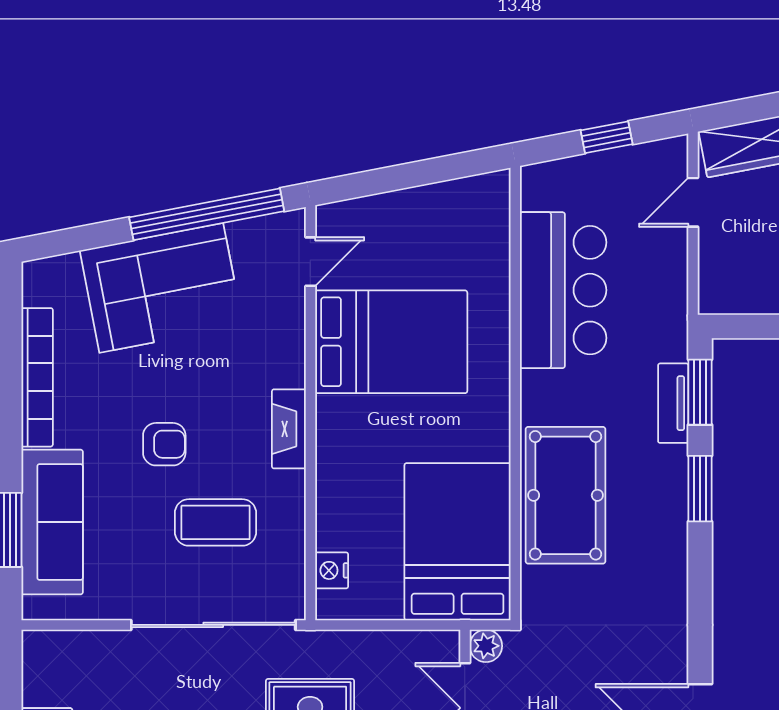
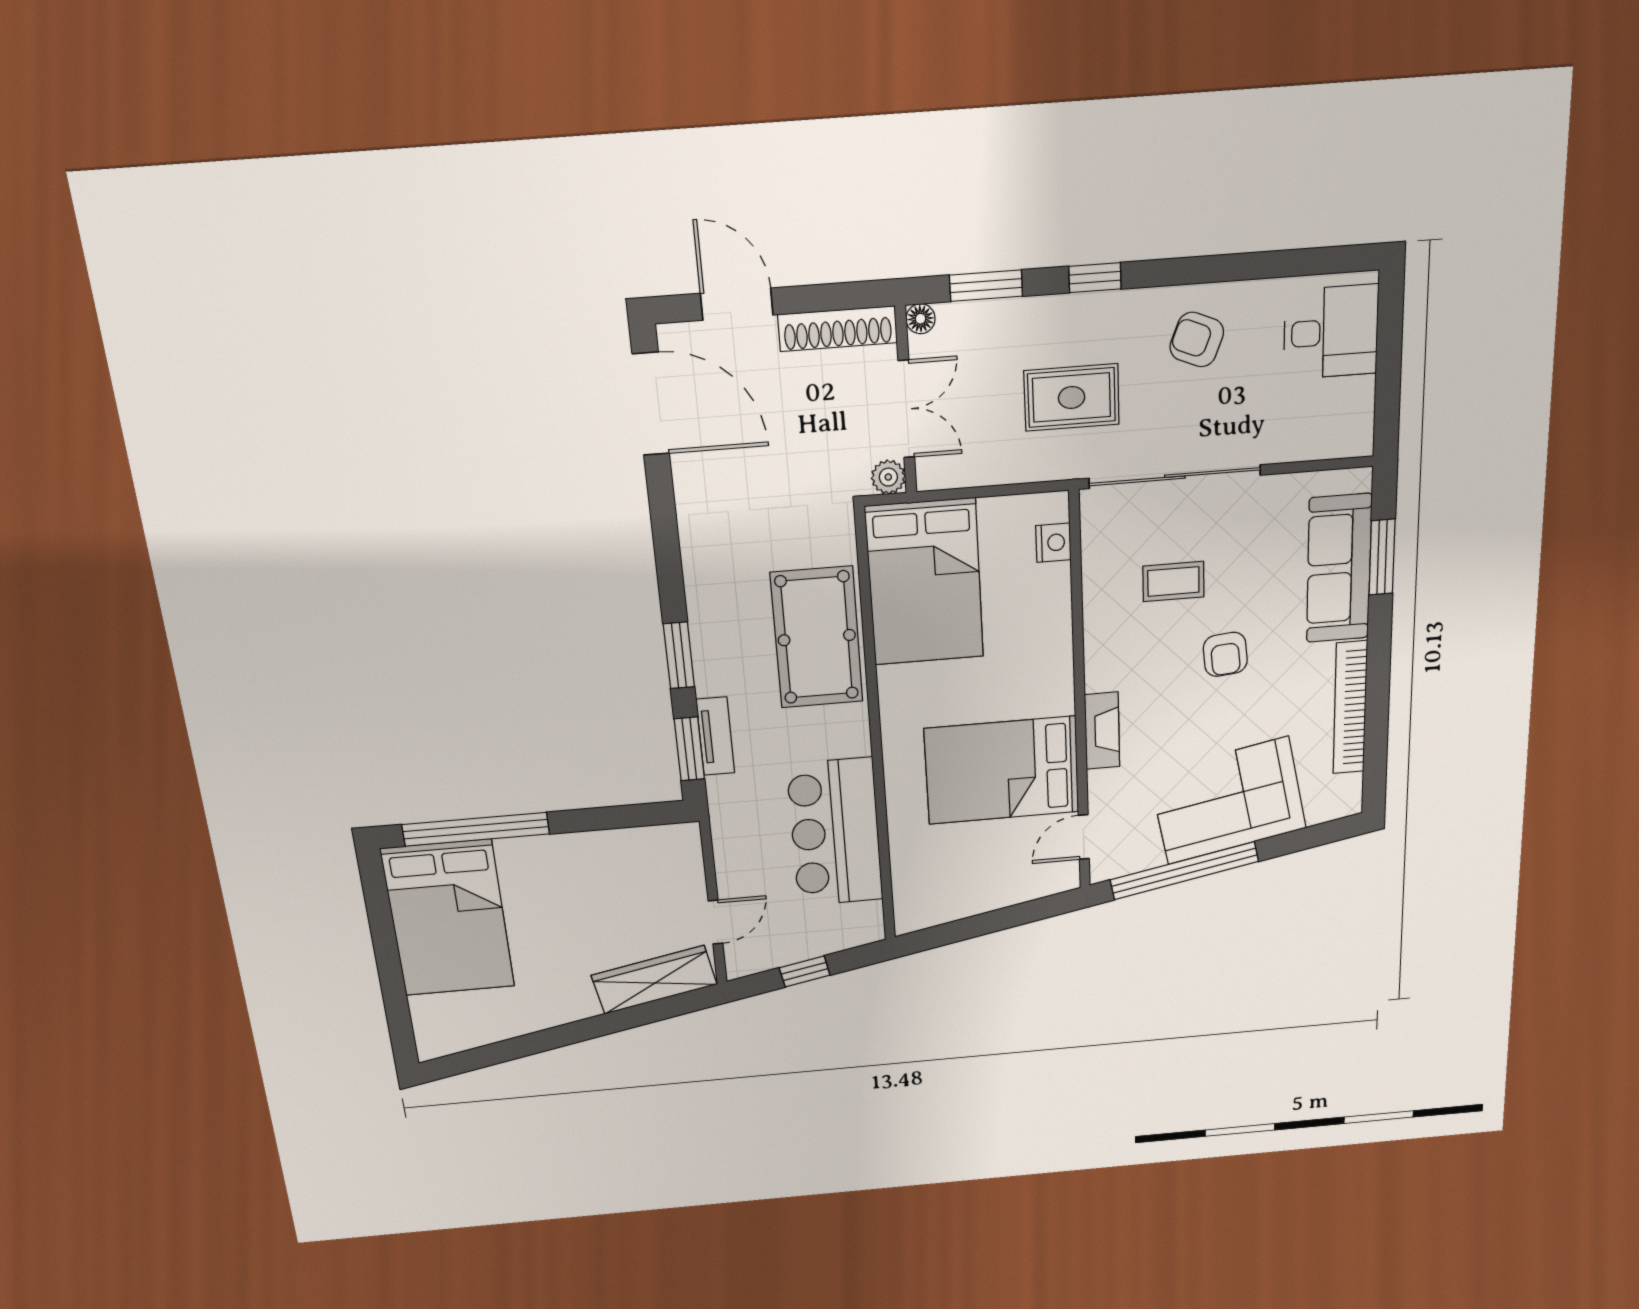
fireplace: (289, 429) -> (1102, 731), moved
armchair: (164, 444) -> (1225, 654), turned -95
coffee table: (216, 522) -> (1173, 581), width x0.73, depth x0.77

